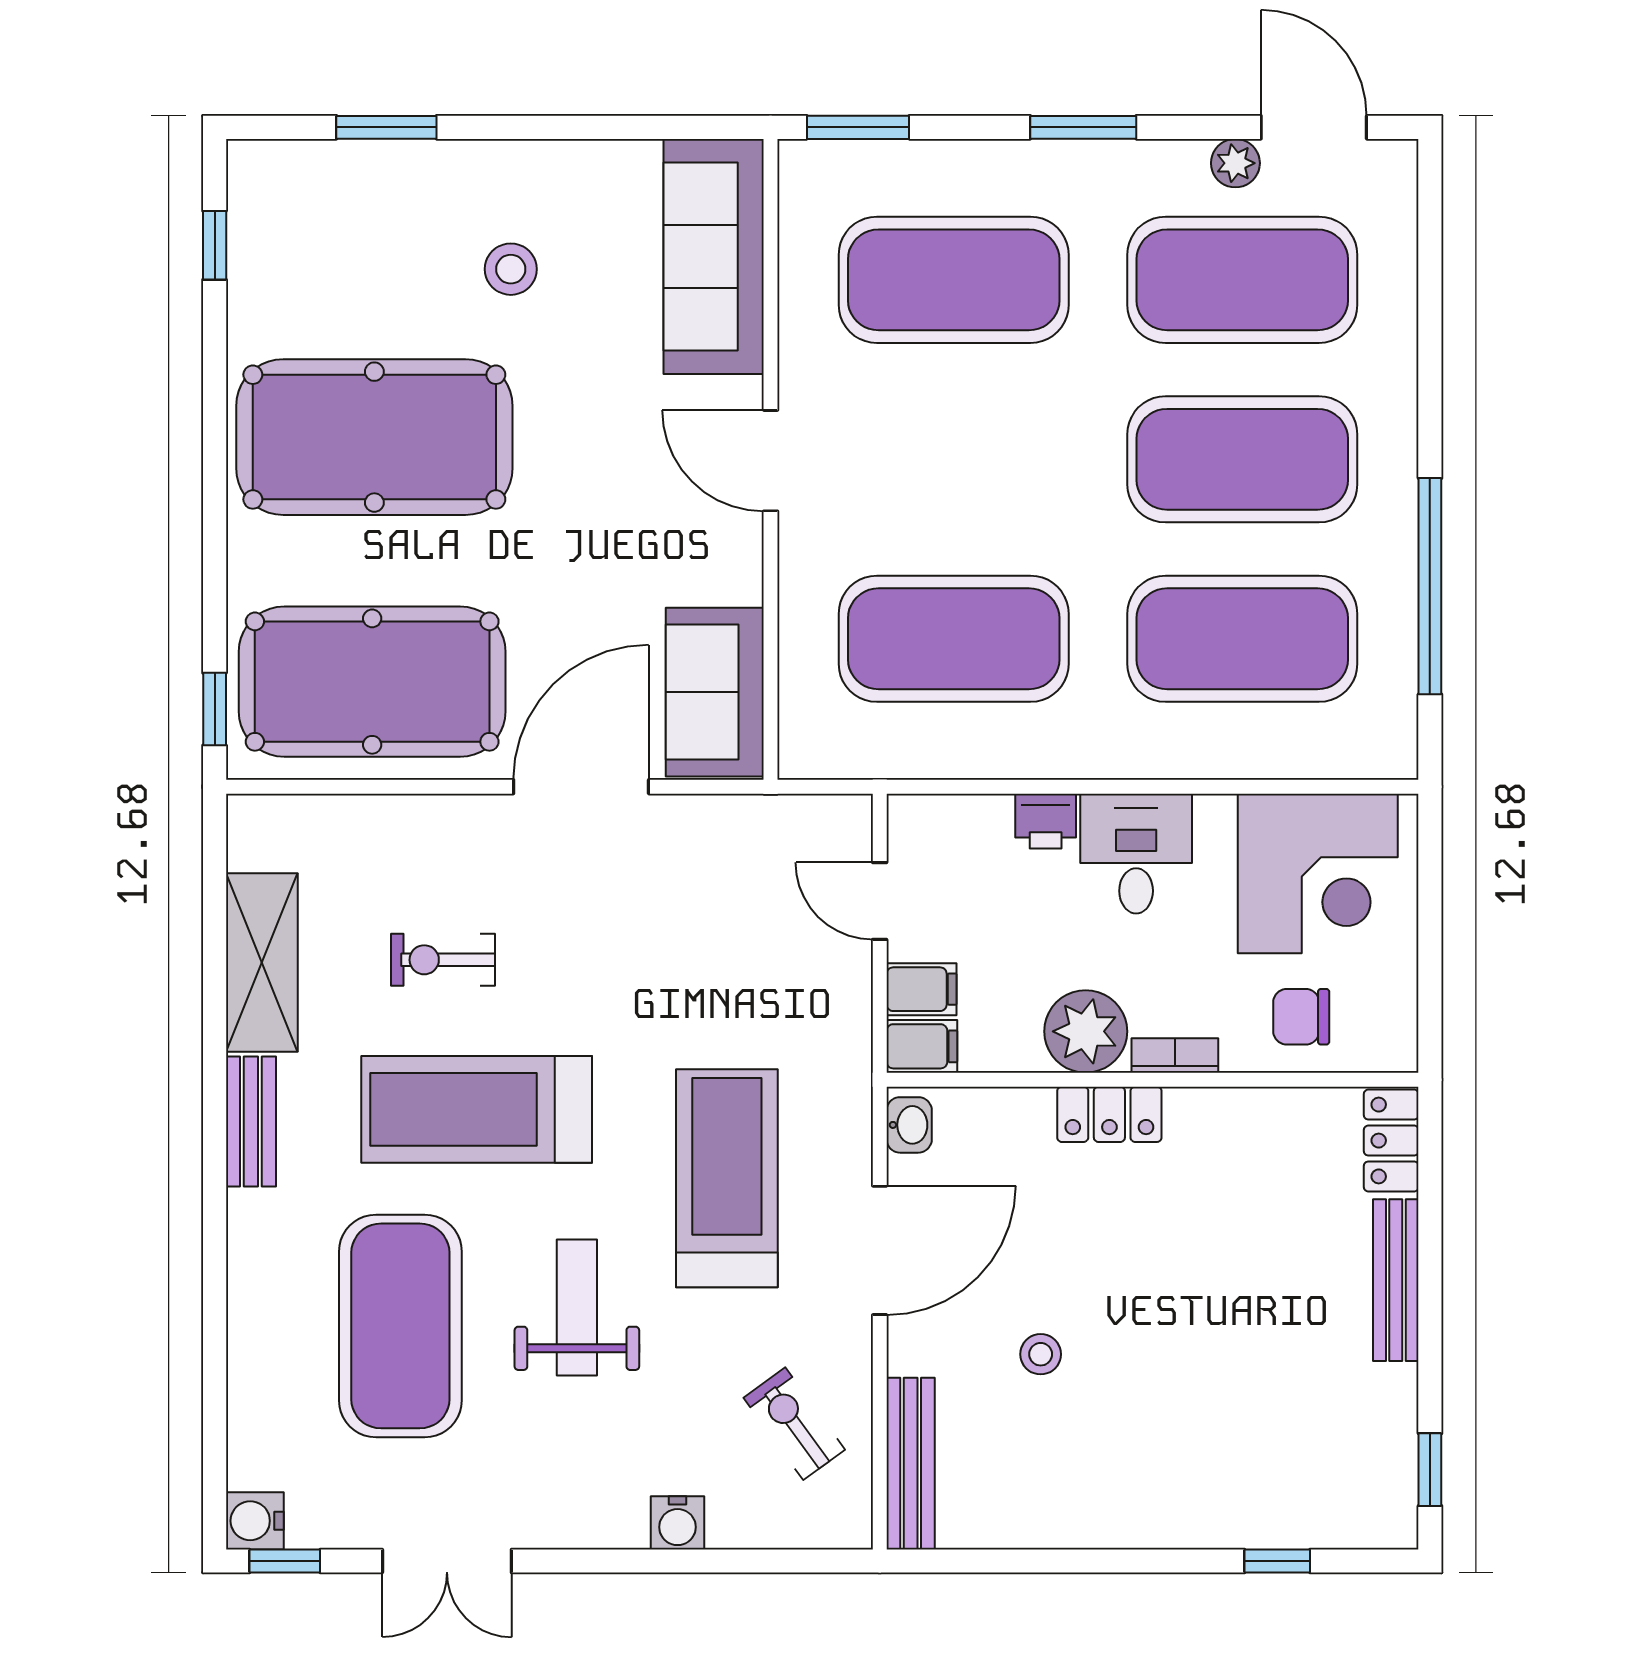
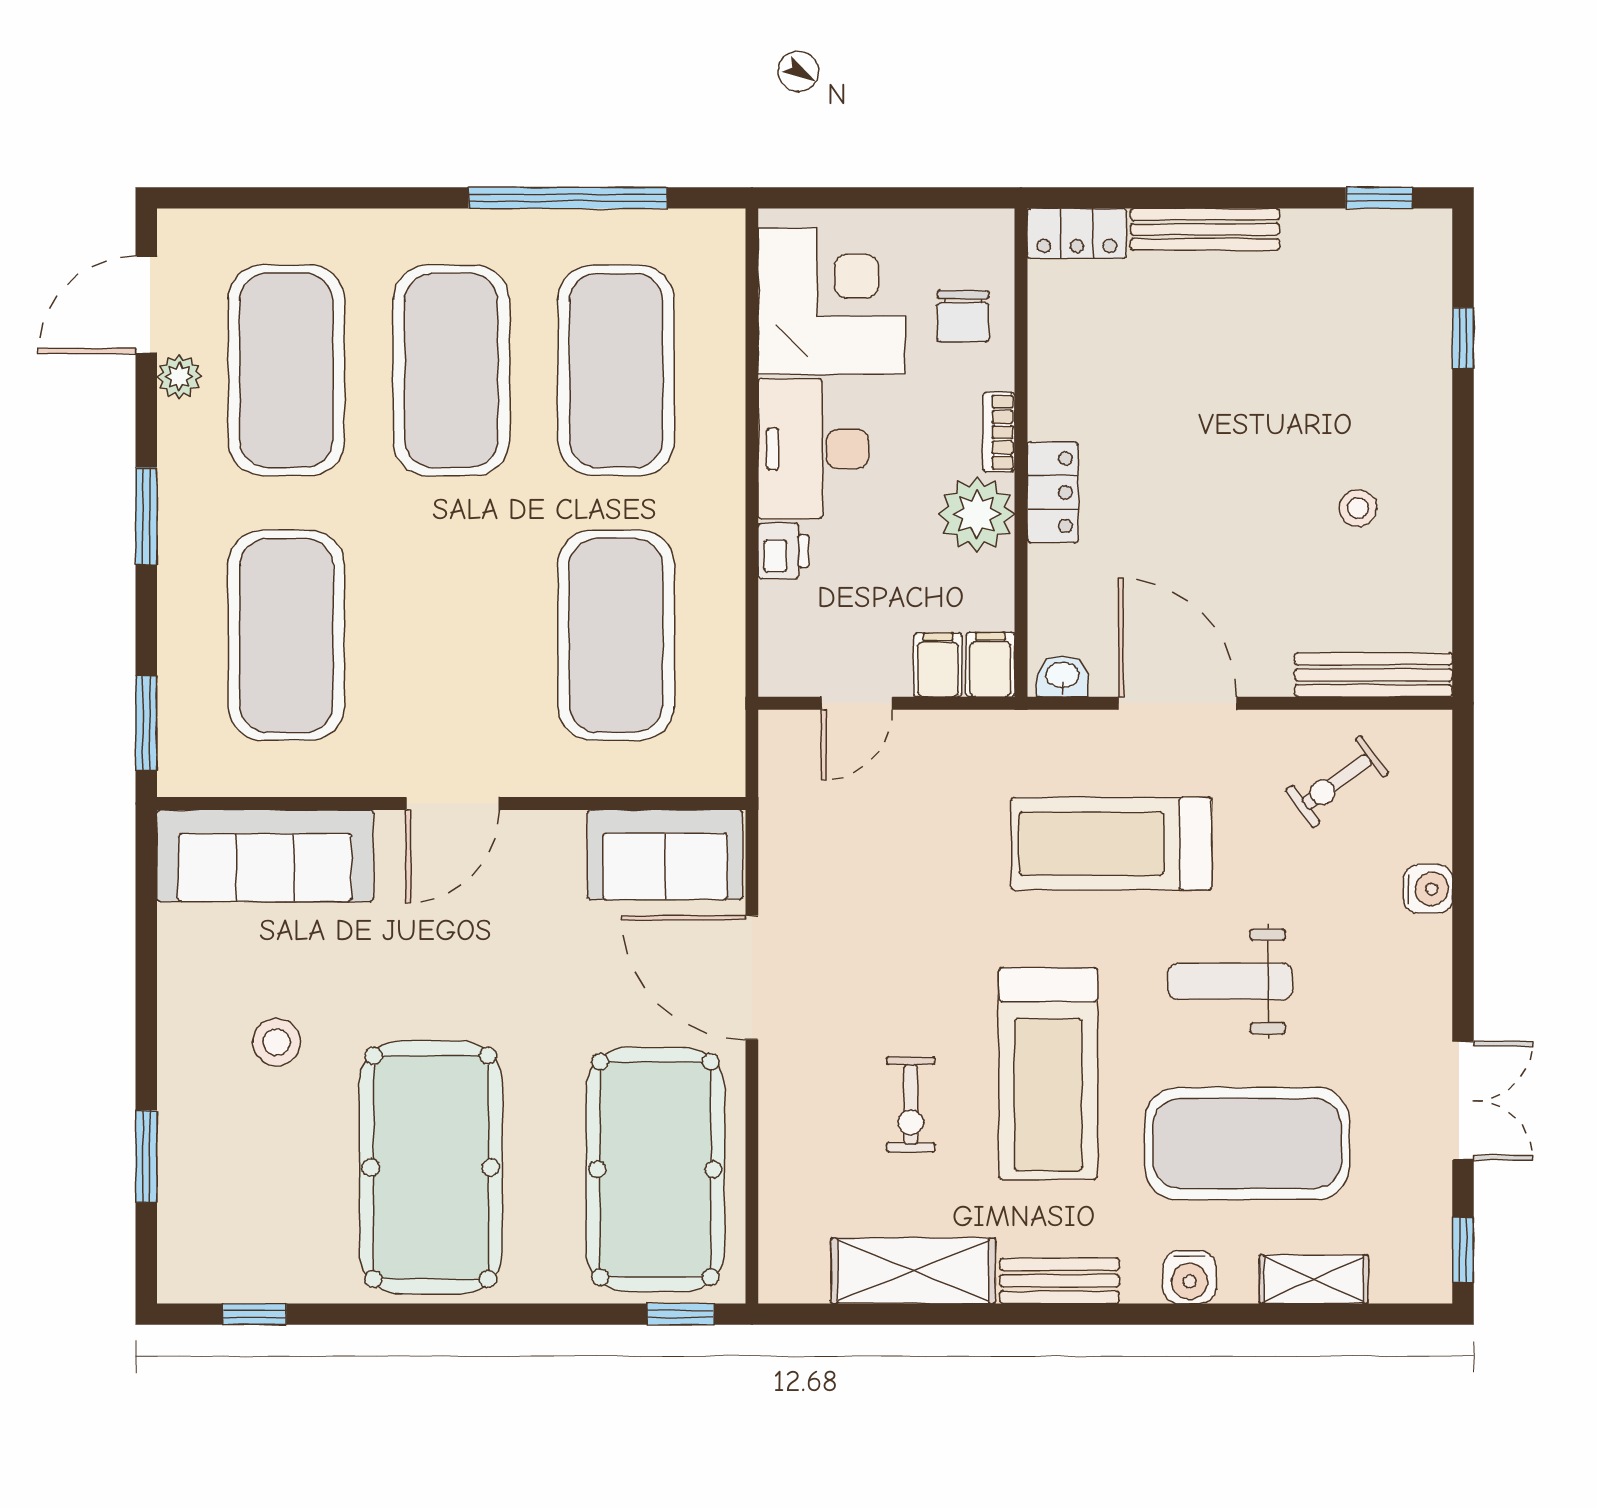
desk: (1136, 854) -> (813, 449), width x1.37
stool: (1041, 1354) -> (1358, 508), moved
shelving: (253, 1398) -> (1314, 1279), added
water cooler: (255, 1521) -> (1190, 1277), moved

